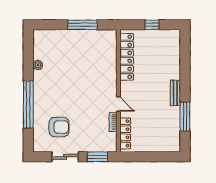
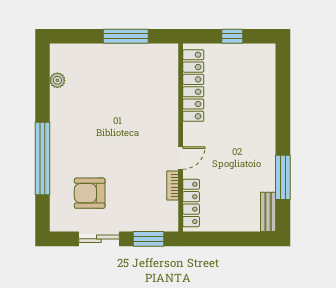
plant: (38, 65) -> (57, 80), moved
bench: (175, 93) -> (268, 212), moved
door: (118, 104) -> (181, 158), hinge flipped
armchair: (59, 127) -> (90, 193), turned 180

